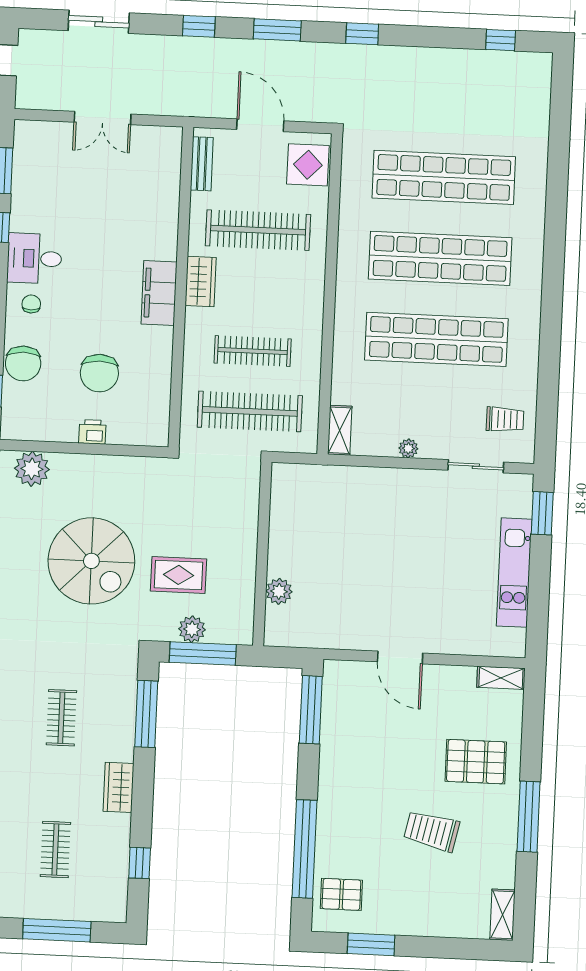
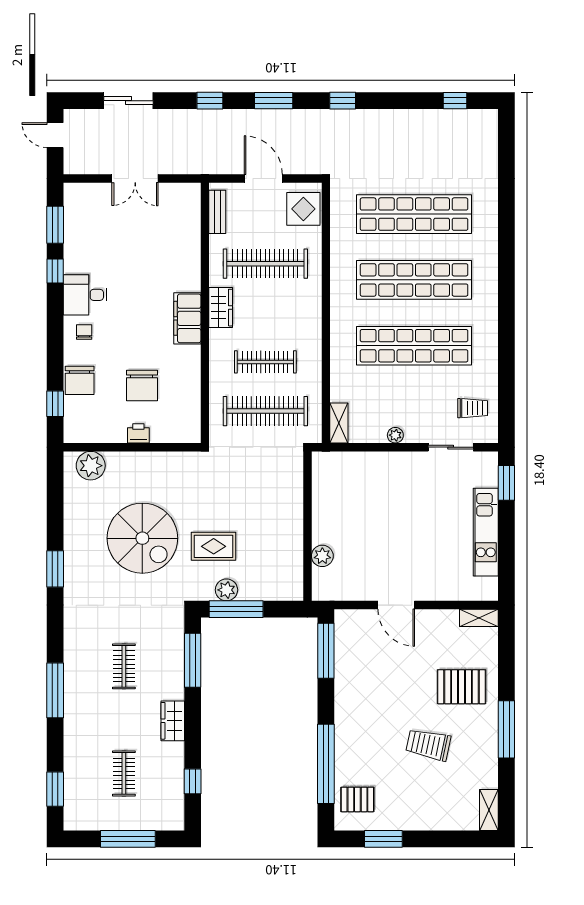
wall: (262, 554) -> (307, 526), moved
plant: (279, 591) -> (322, 556), moved

